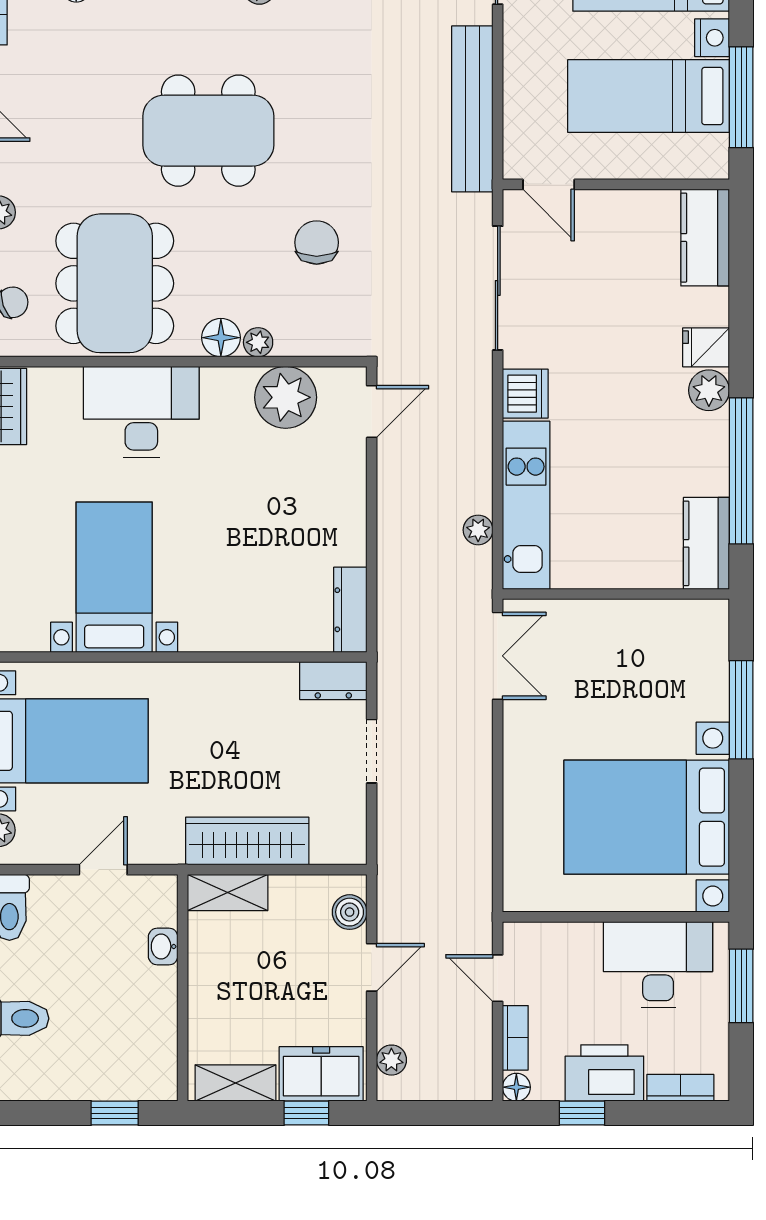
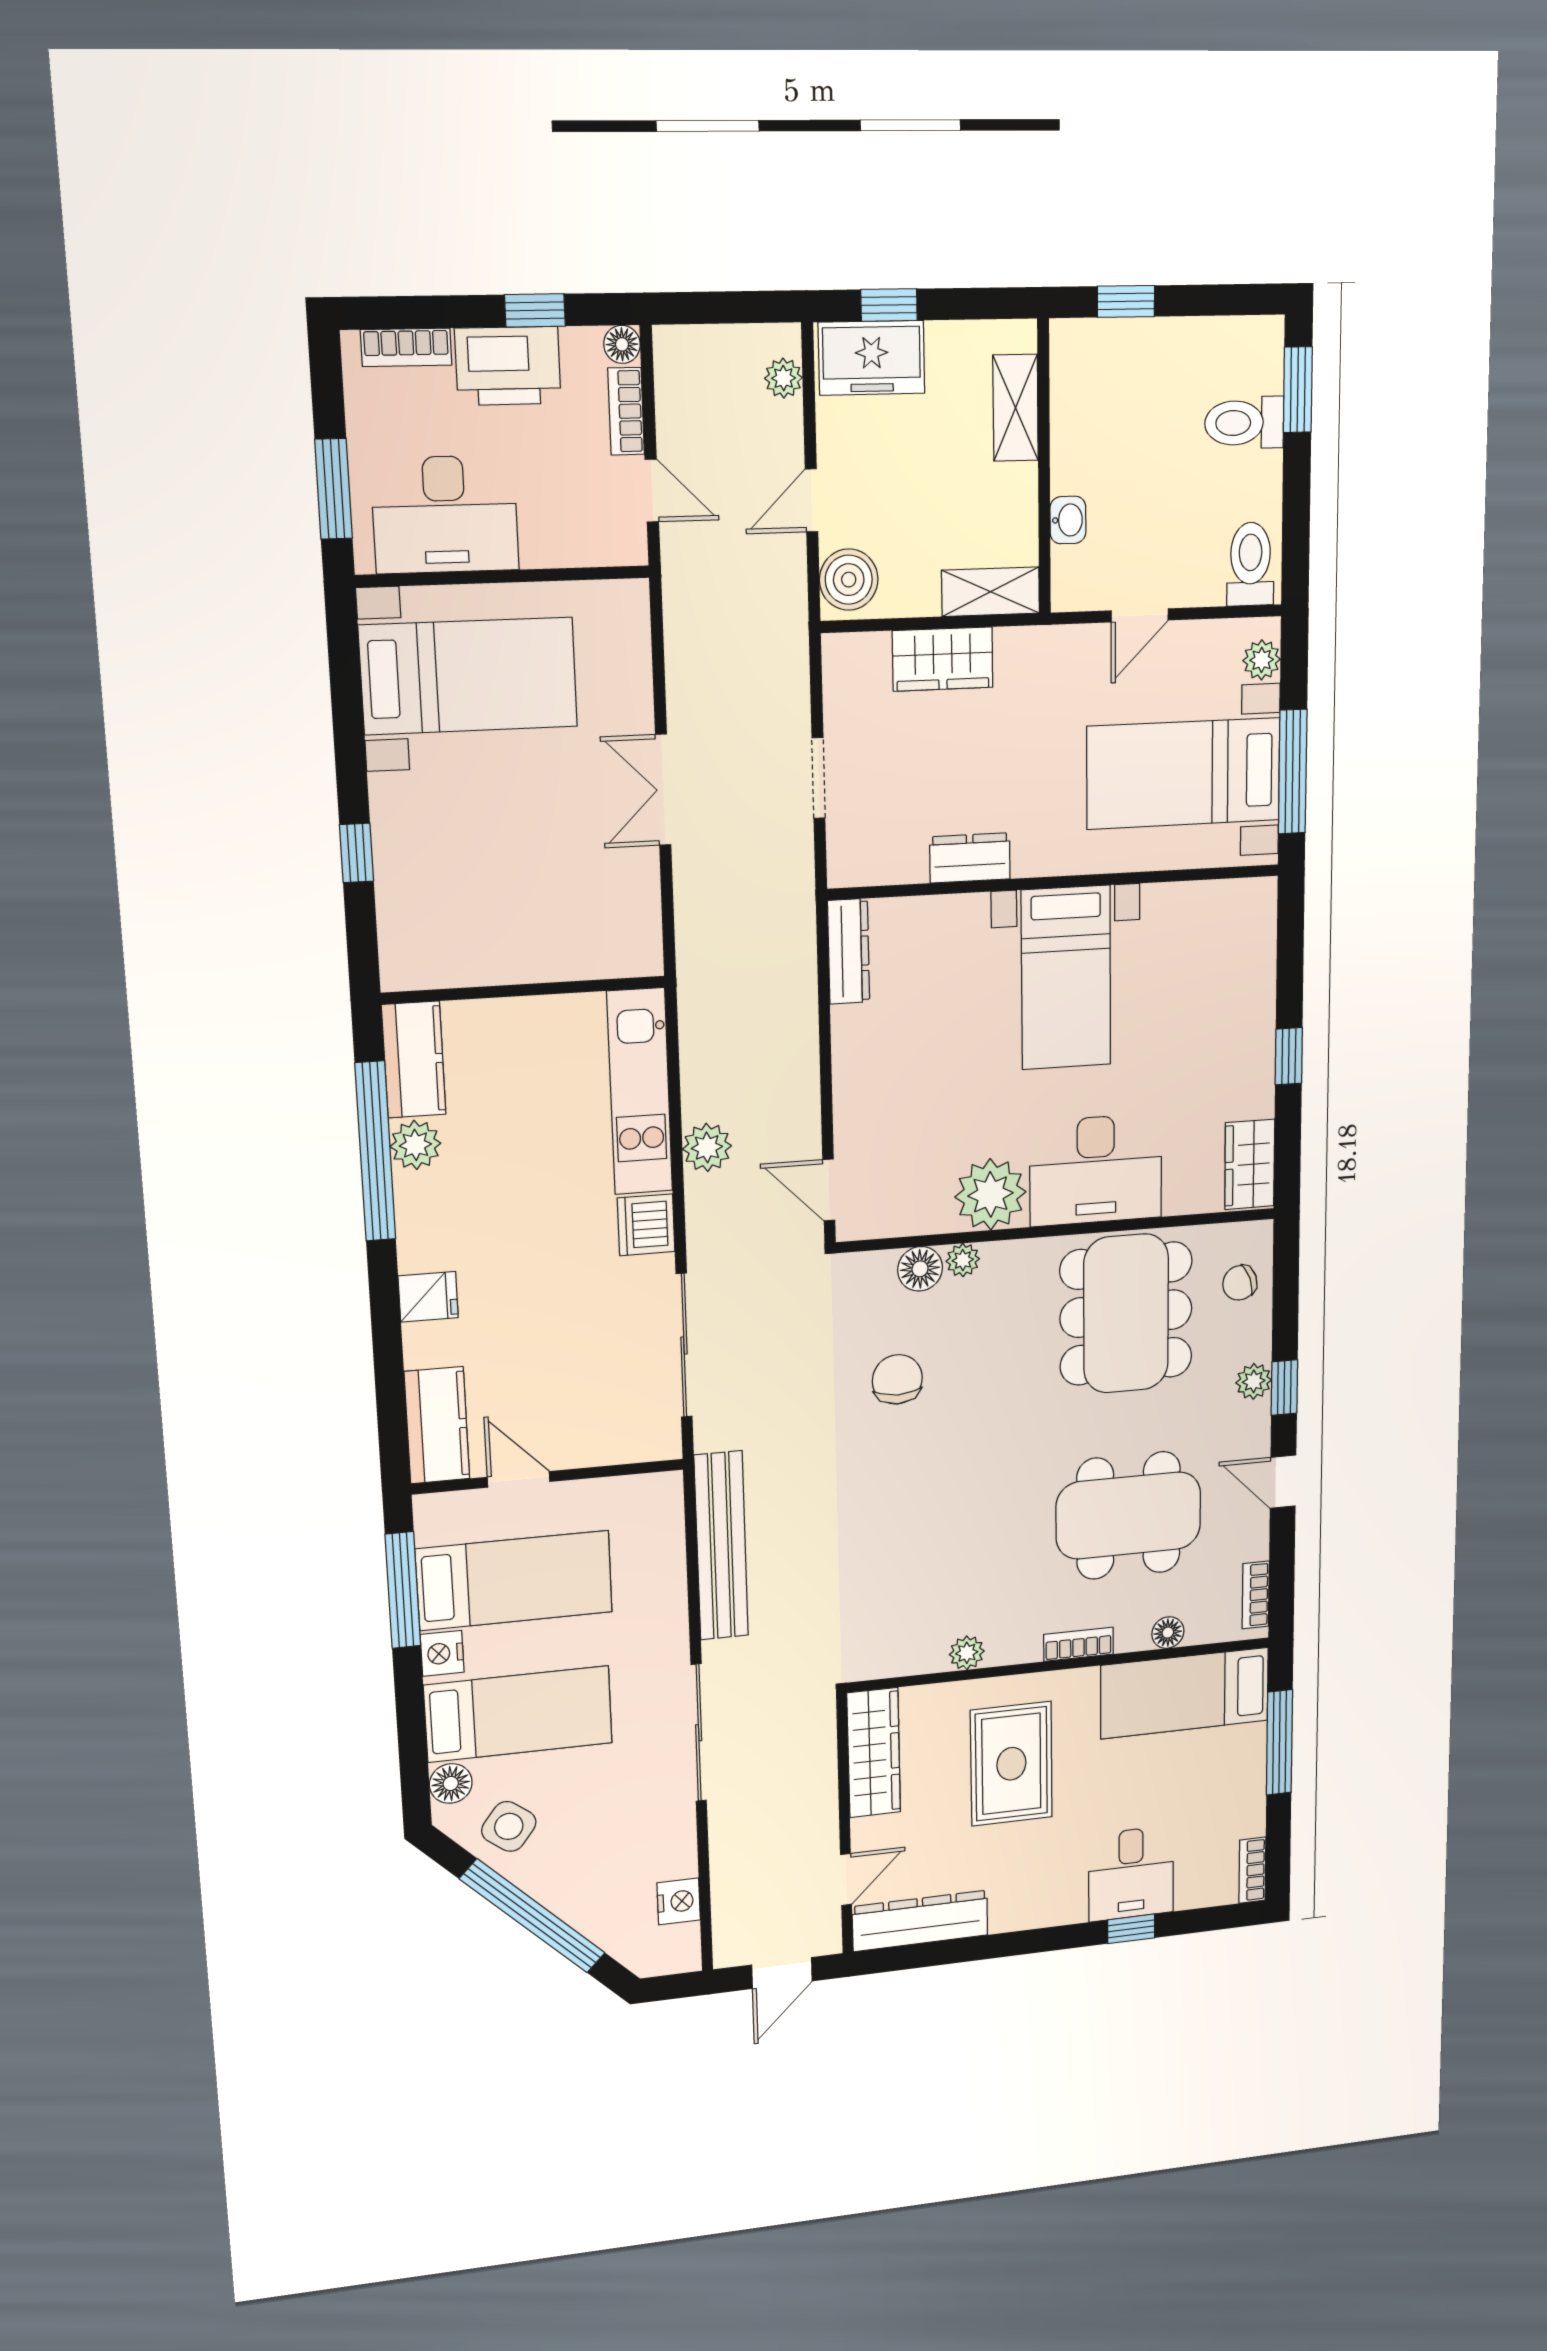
dining table: (208, 131) -> (1129, 1515), moved
door: (549, 184) -> (519, 1479), moved
chair: (317, 242) -> (897, 1379), turned 180
floor lamp: (221, 338) -> (920, 1269), moved
plant: (709, 390) -> (415, 1145), moved
plant: (286, 397) -> (990, 1194), moved
door: (372, 412) -> (829, 1190), hinge flipped
plant: (478, 530) -> (707, 1147), moved, width x1.38, depth x1.38
bed with nightstands: (114, 577) -> (1066, 978), moved
double door: (498, 656) -> (663, 790), moved
dresser: (333, 681) -> (970, 858), moved
window: (741, 710) -> (356, 853), width x0.46
bed with nightstands: (647, 817) -> (469, 676), width x0.73
wardrobe: (247, 841) -> (943, 659), width x0.67
boiler: (350, 912) -> (849, 580), width x1.36, depth x1.36
shelving: (236, 1083) -> (1016, 408), moved, turned 90

